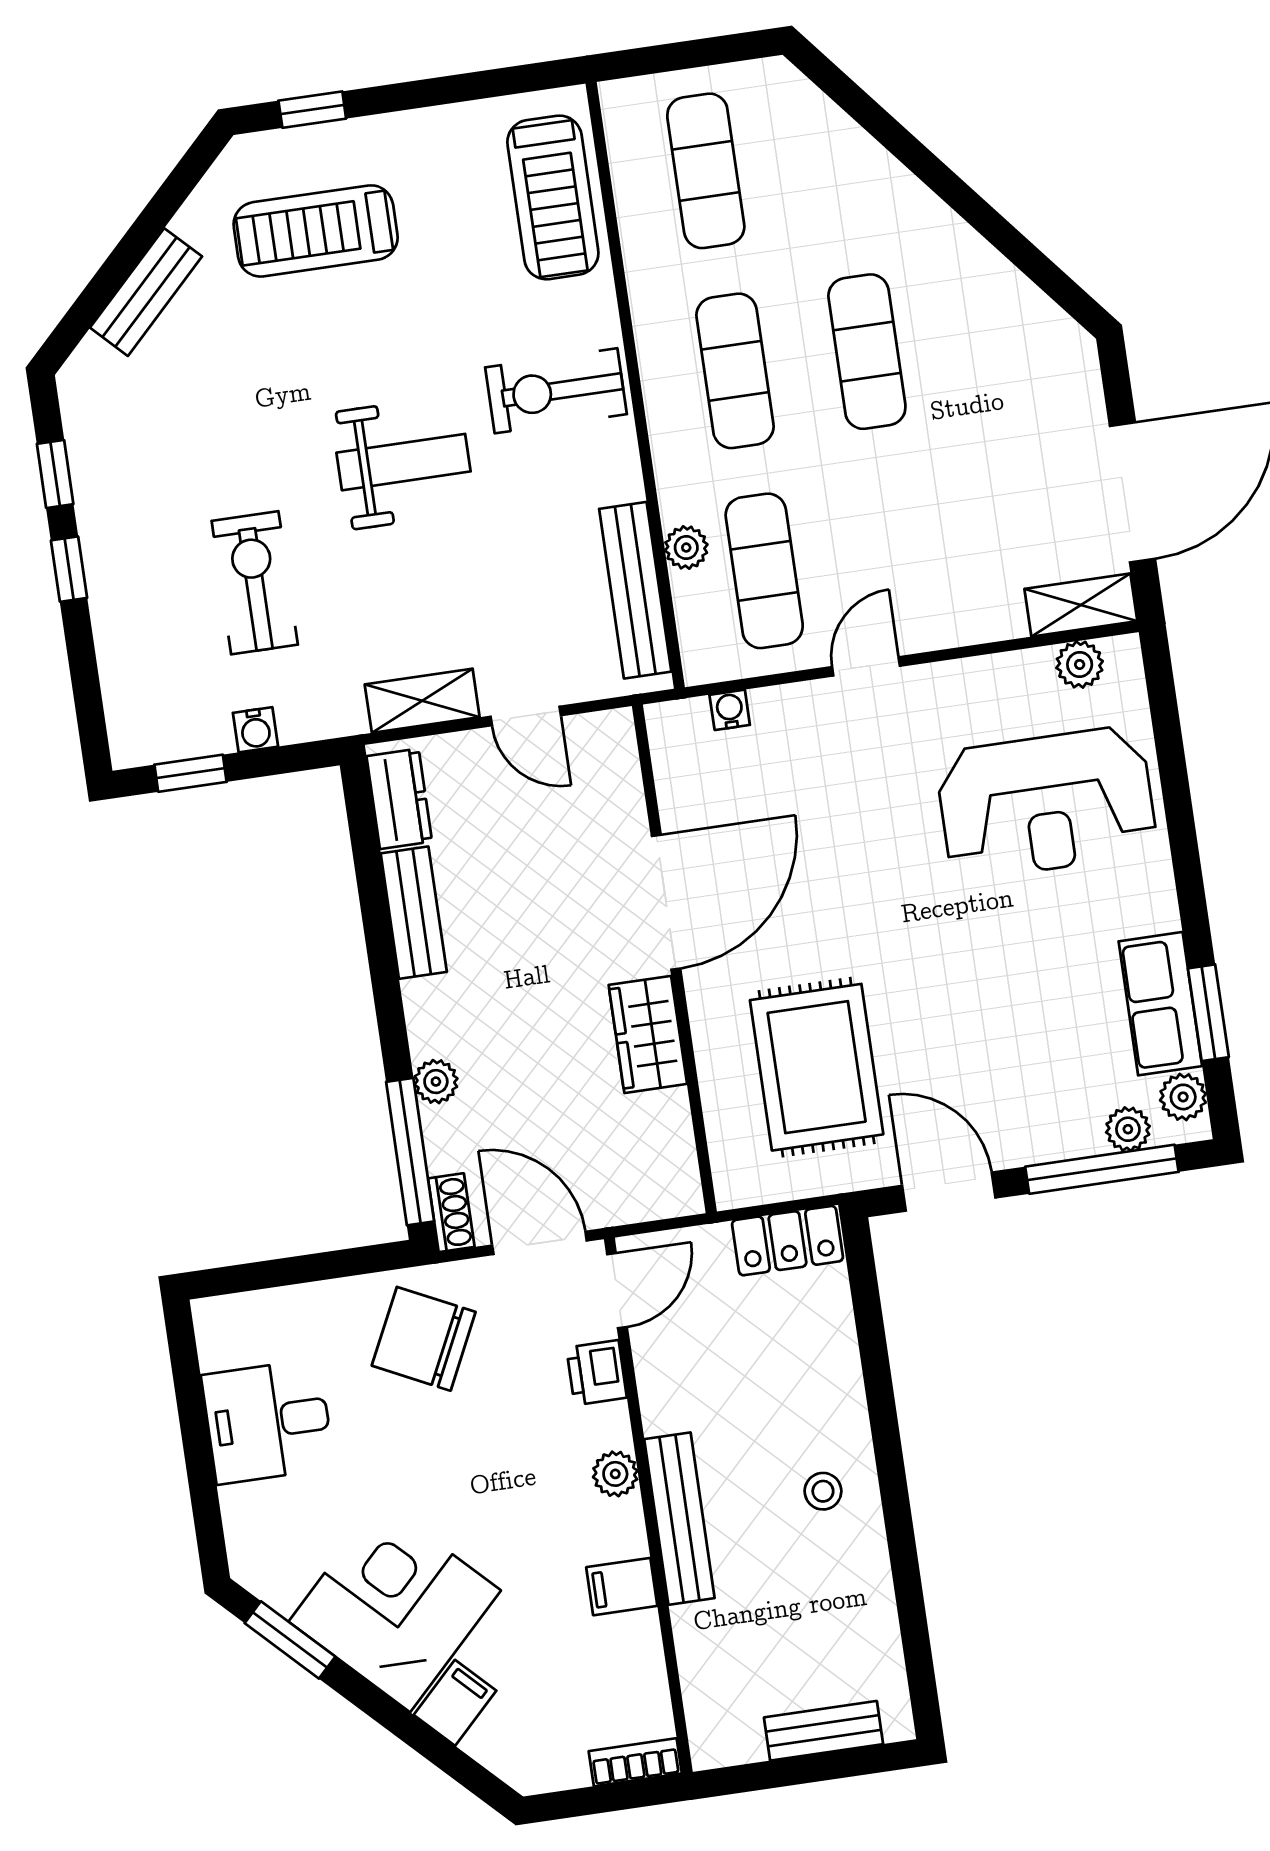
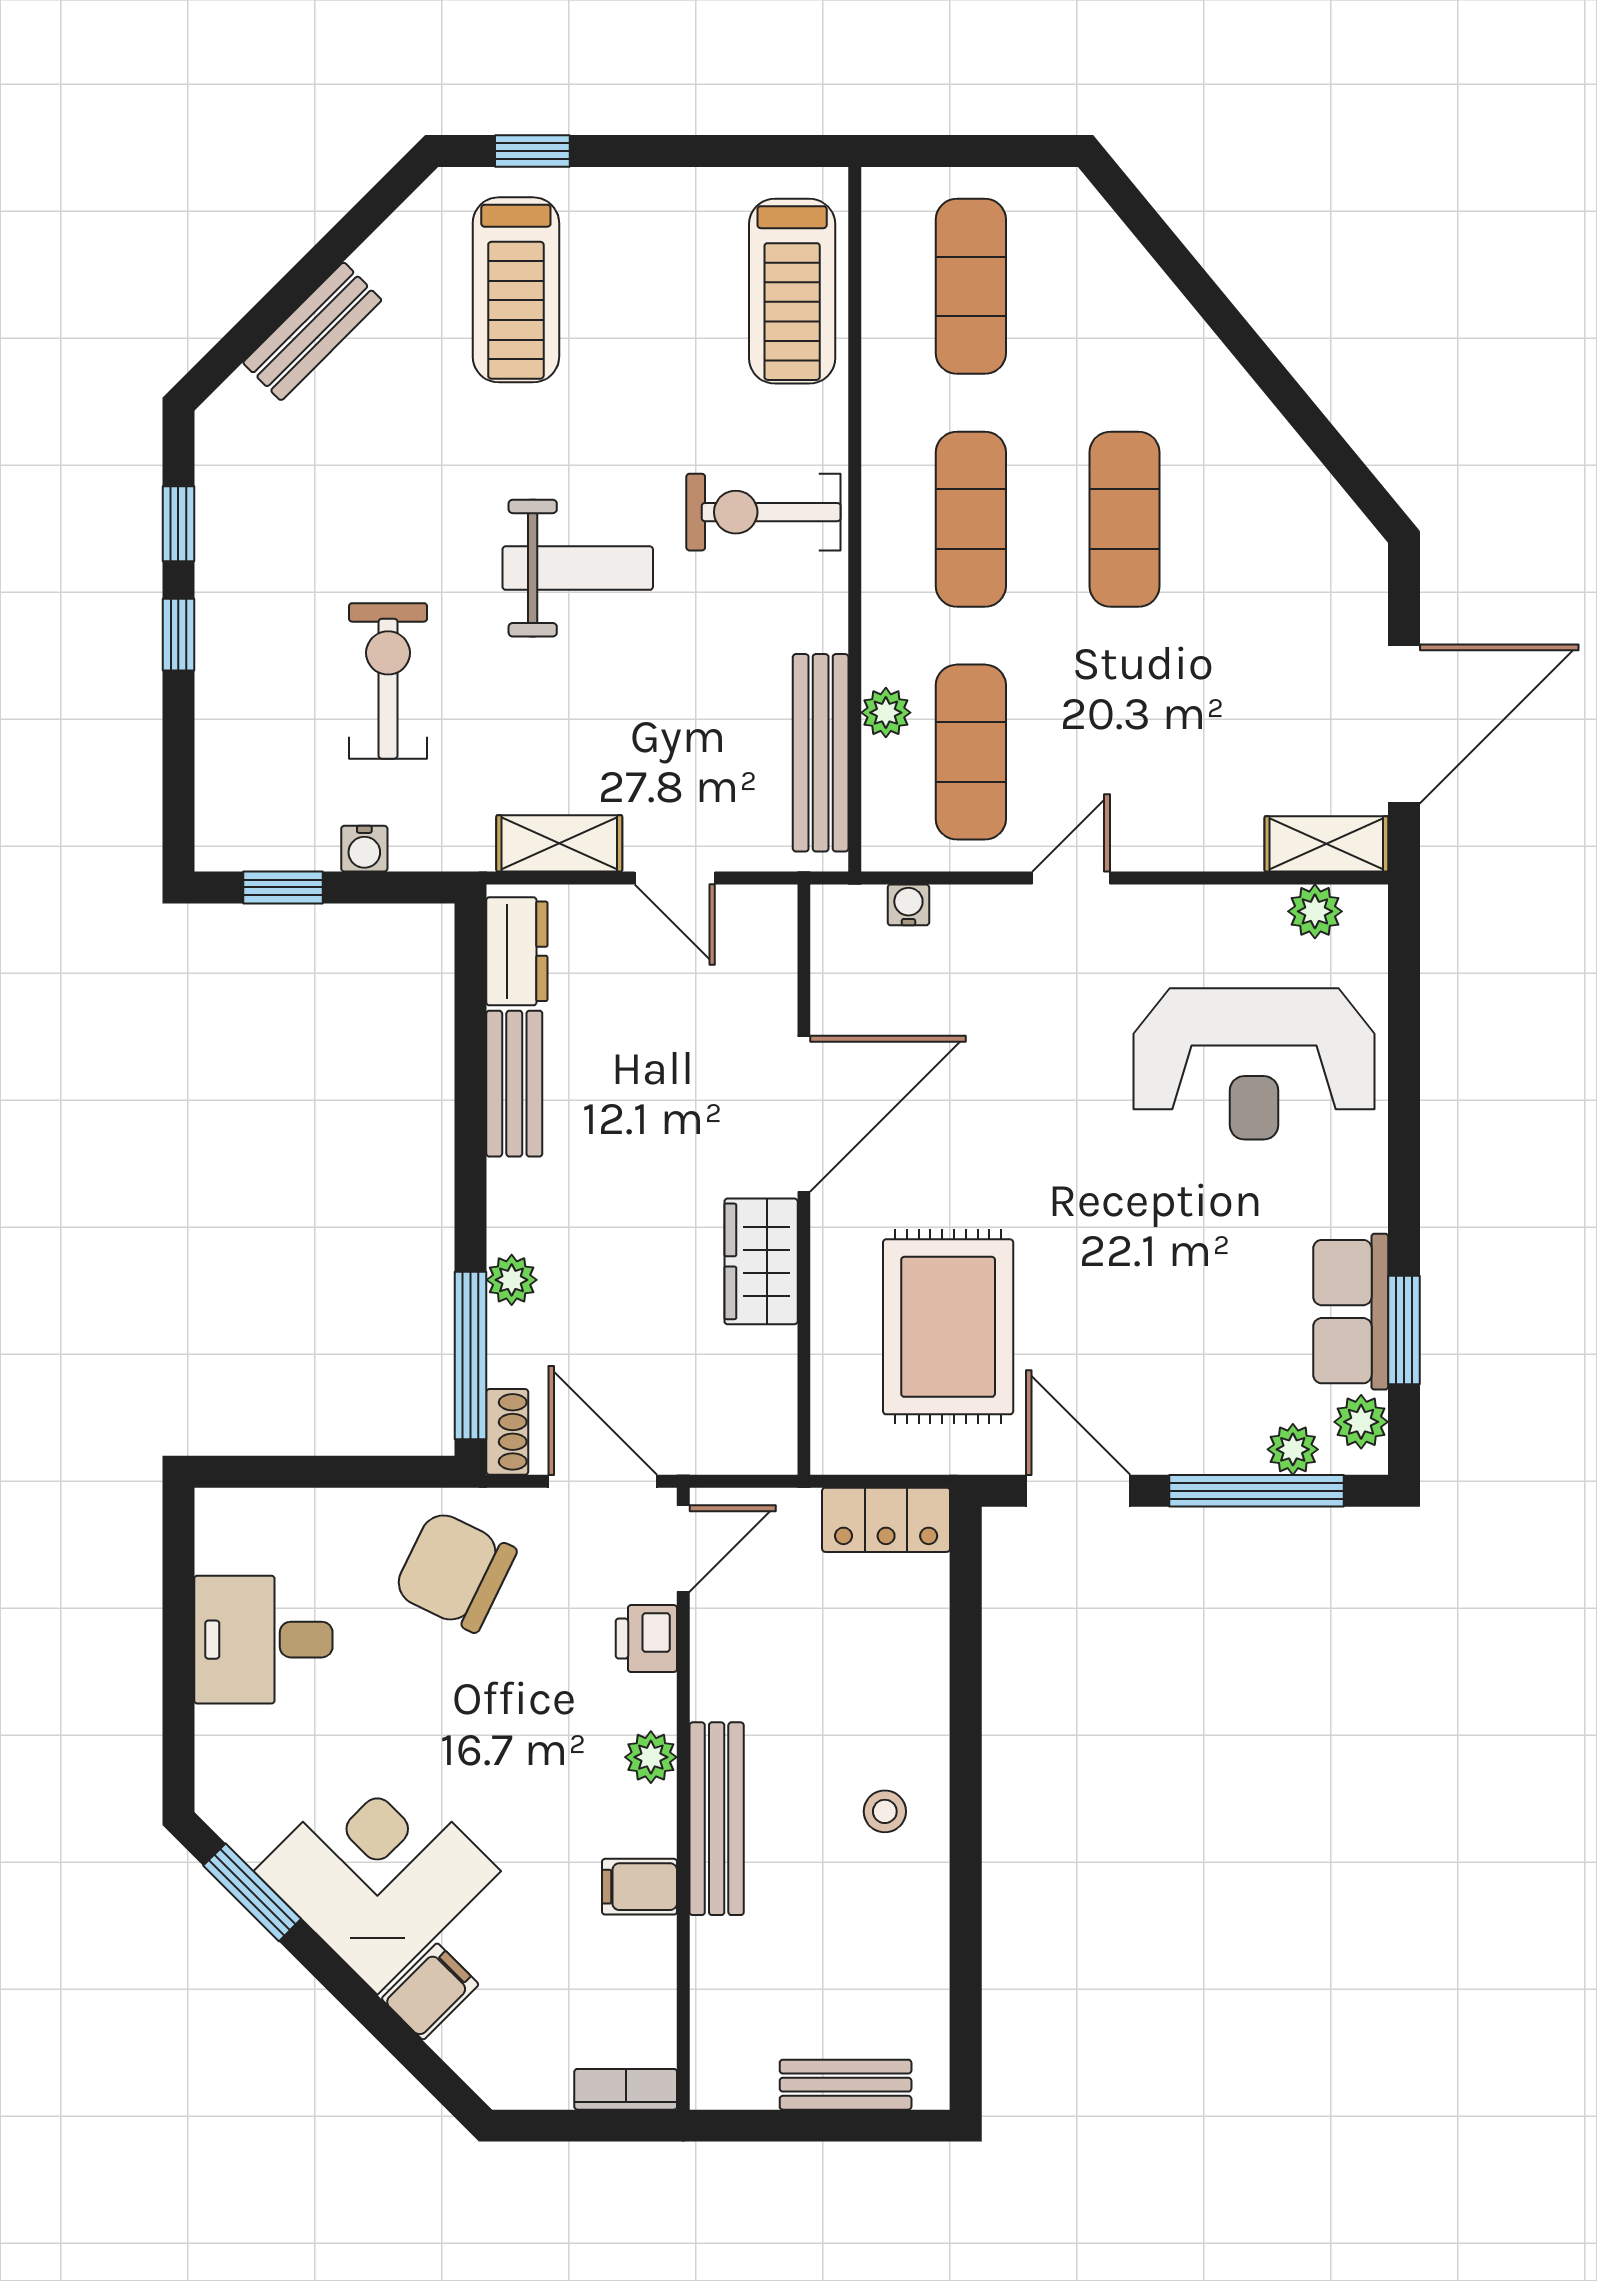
treadmill: (316, 231) -> (516, 290), turned -90

